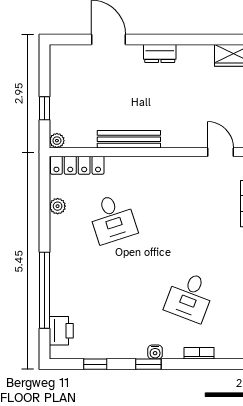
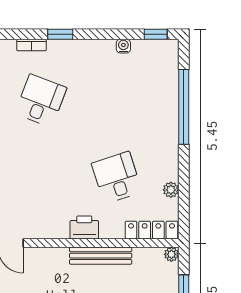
printer: (61, 331) -> (84, 227), moved, turned 90
water cooler: (155, 352) -> (123, 46), moved
window: (95, 364) -> (156, 34), moved
window: (148, 364) -> (60, 34), moved

